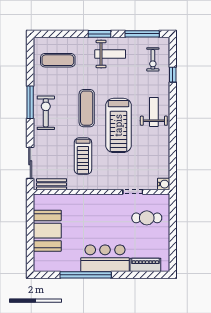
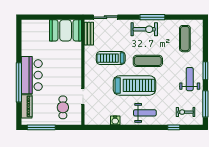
weight bench: (110, 54) -> (190, 79), turned 180
treadmill: (118, 125) -> (134, 85), turned 180
water cooler: (164, 184) -> (115, 120), moved
booth: (47, 231) -> (66, 30), moved
window: (173, 246) -> (41, 127), added
window: (86, 275) -> (19, 82), moved

